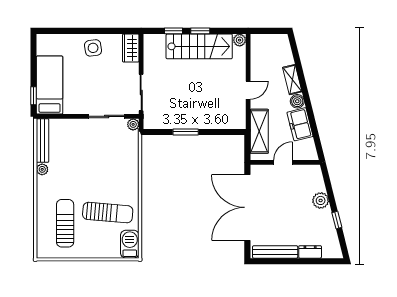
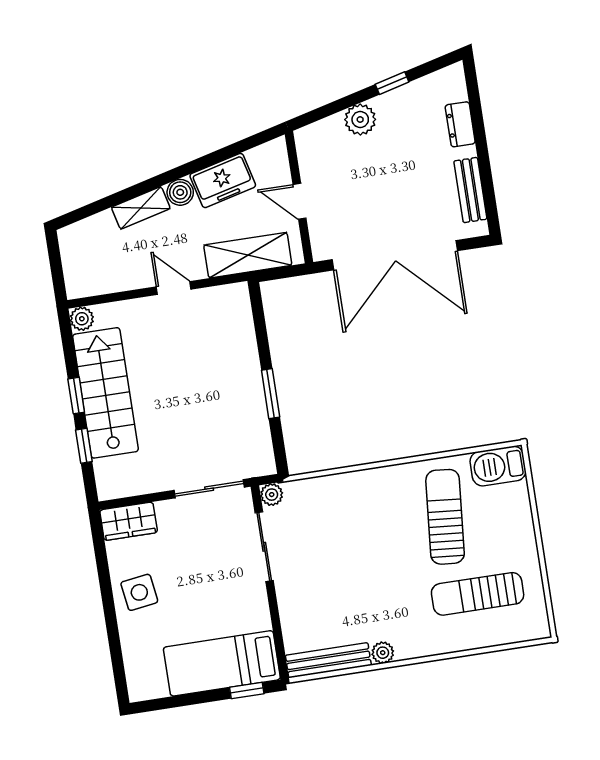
bench: (275, 252) -> (470, 190), width x0.73

